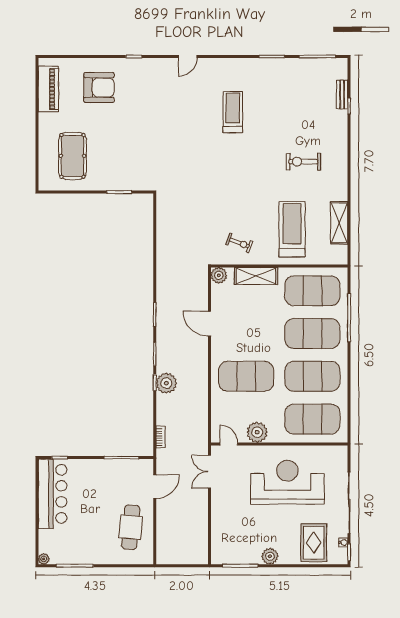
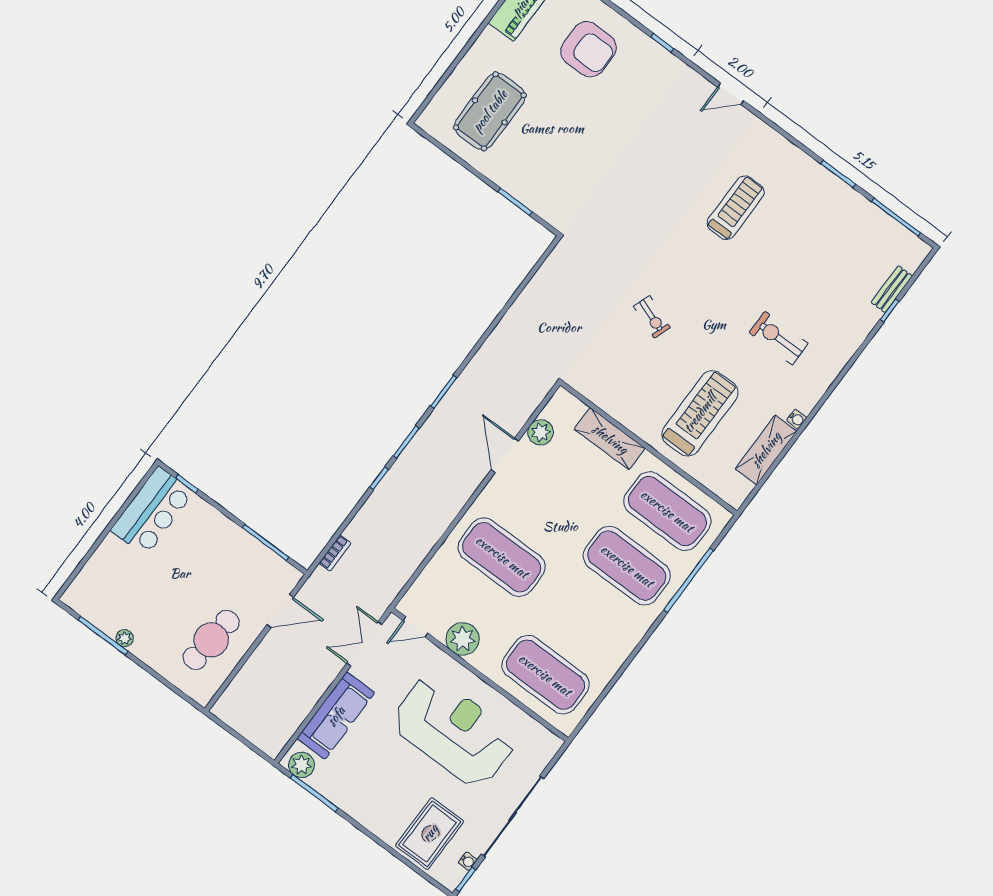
water cooler: (343, 196) -> (797, 419), added
exercise bike: (239, 243) -> (652, 317), moved
plant: (219, 275) -> (541, 432), moved
exercise mat: (312, 376) -> (586, 620), removed
plant: (166, 383) -> (393, 490), removed
door: (229, 444) -> (415, 627), swing flipped
bar counter: (53, 494) -> (152, 511), width x0.73
sofa: (222, 519) -> (336, 716), added
plant: (270, 556) -> (301, 765), moved
plant: (44, 559) -> (125, 638), moved

